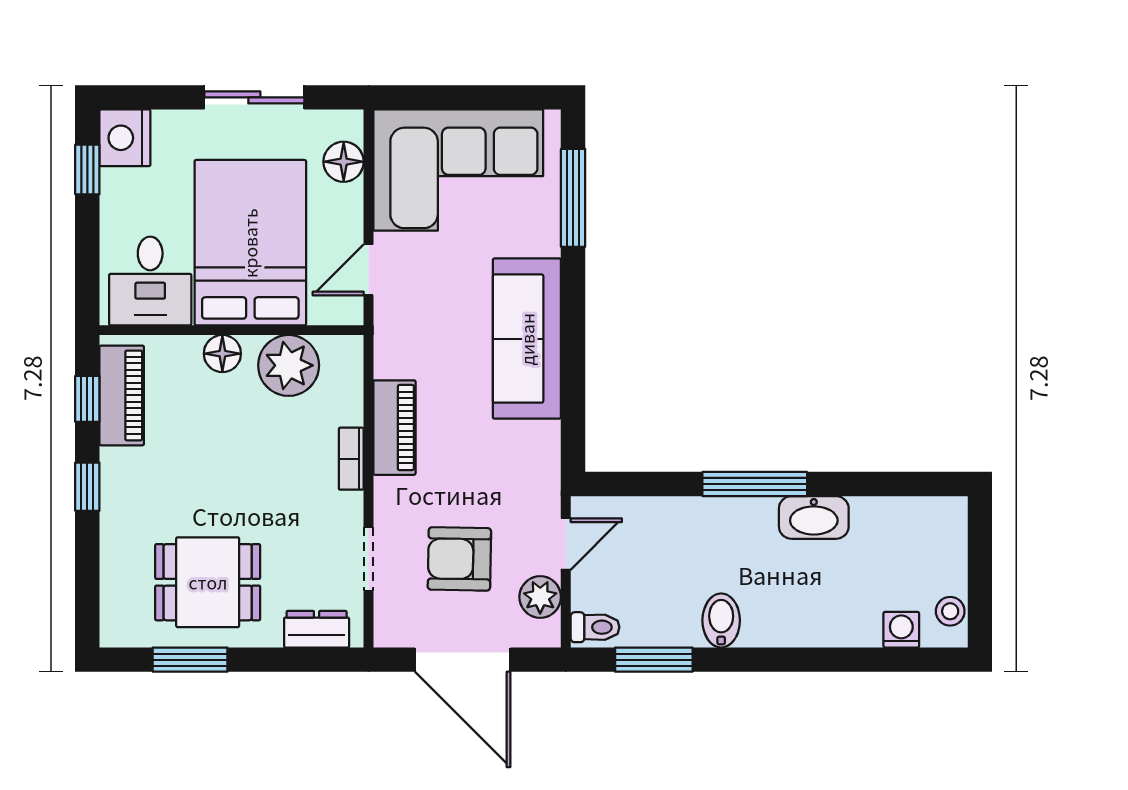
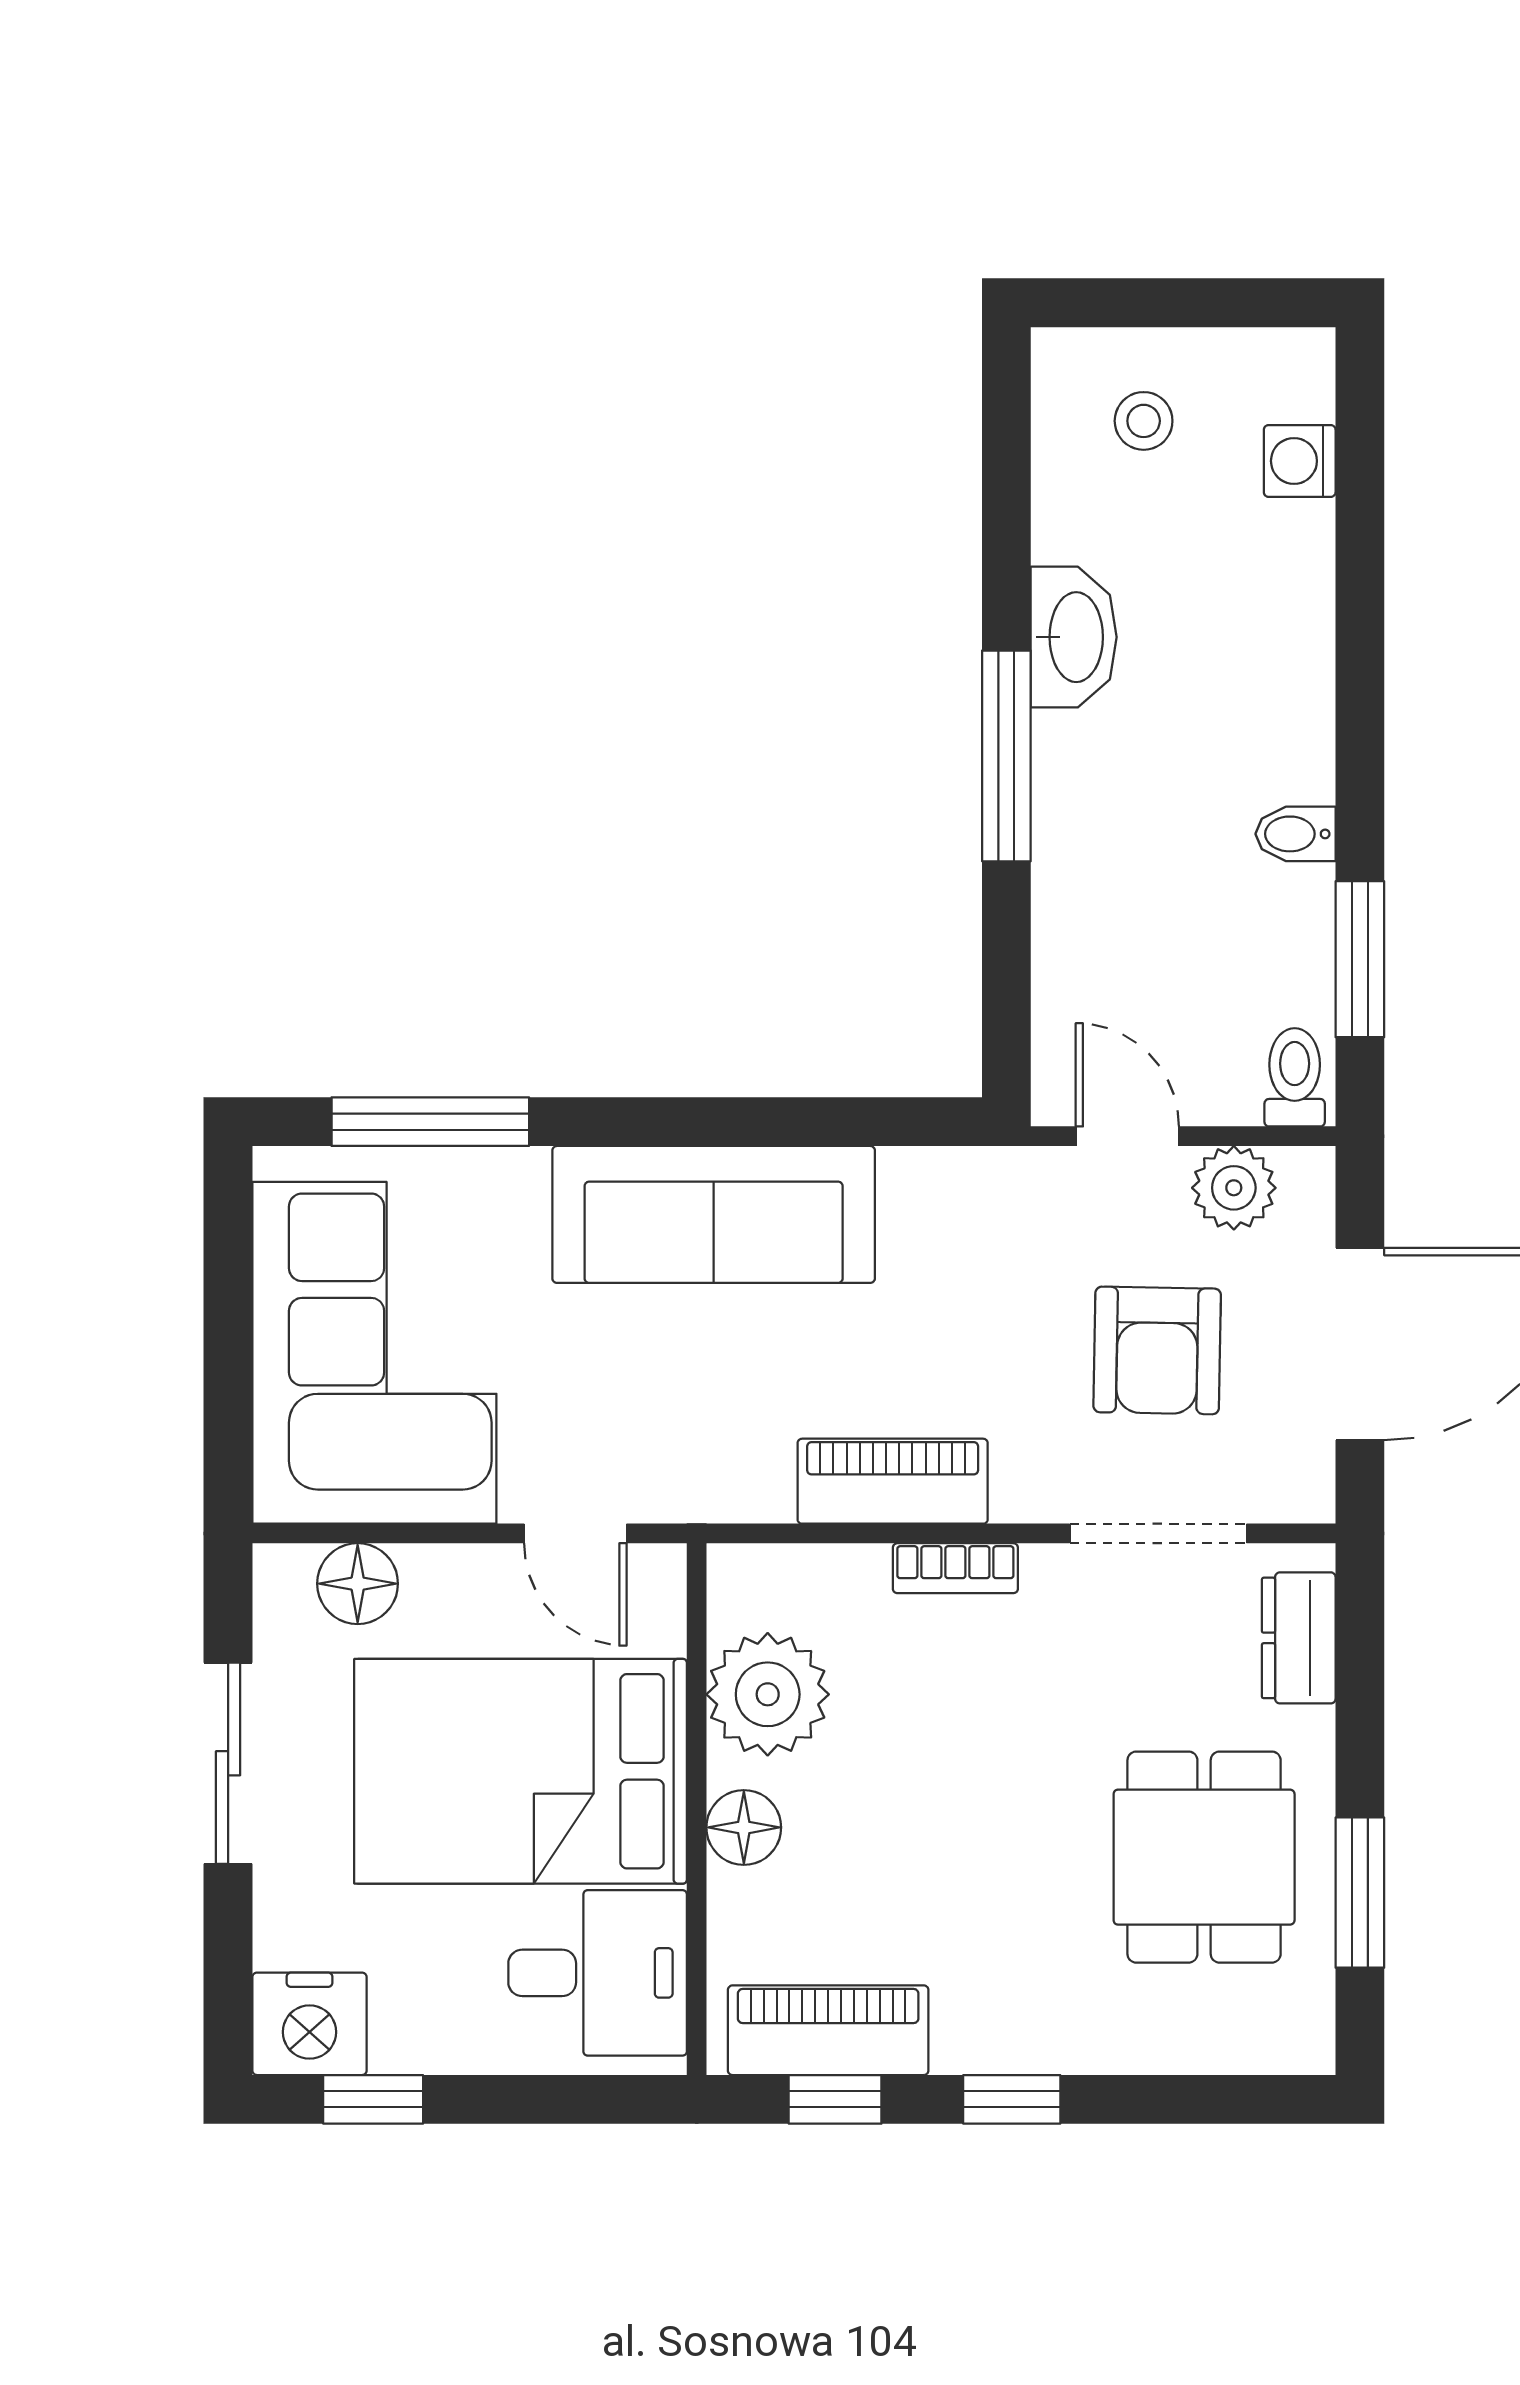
doorway: (368, 559) -> (1158, 1533), width x1.38
stool: (950, 611) -> (1144, 421), moved
bidet: (721, 620) -> (1295, 834), width x0.72, depth x0.74

